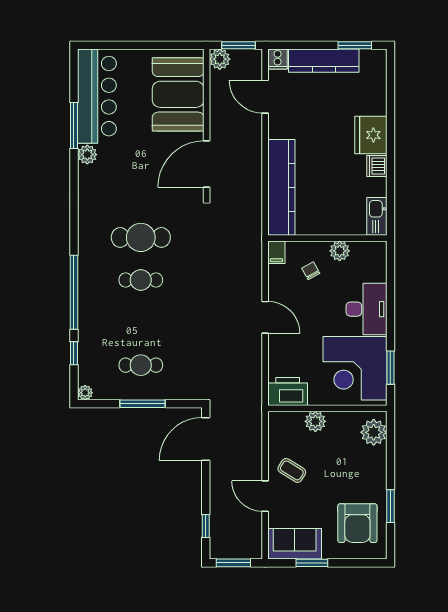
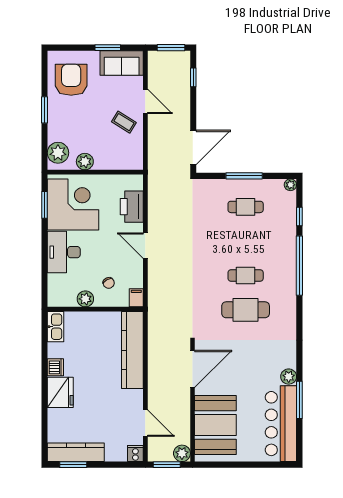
kitchen counter: (324, 61) -> (76, 452), moved
printer: (288, 391) -> (132, 207), moved, turned 90
plant: (315, 421) -> (85, 162), moved
window: (390, 506) -> (44, 110), moved

